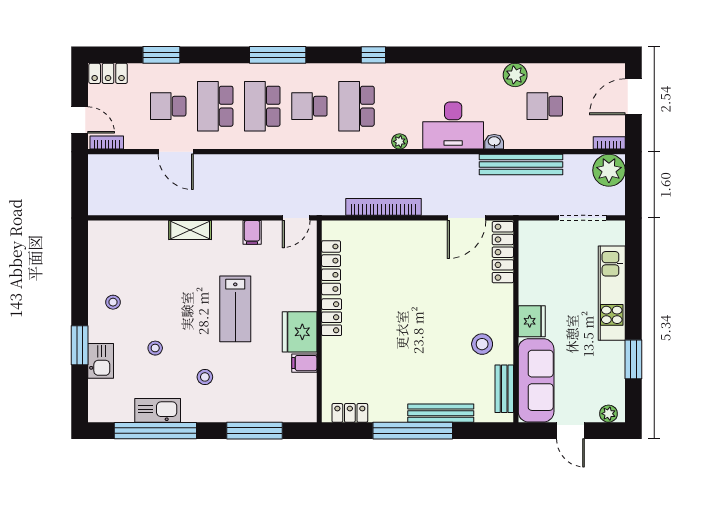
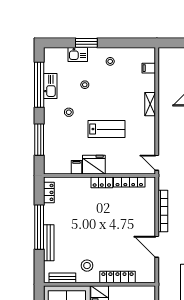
door: (467, 218) -> (157, 247), moved
filing cabinet: (252, 232) -> (149, 68), moved
locker: (503, 252) -> (117, 277), moved
lab bench: (235, 309) -> (106, 129), turned 180

